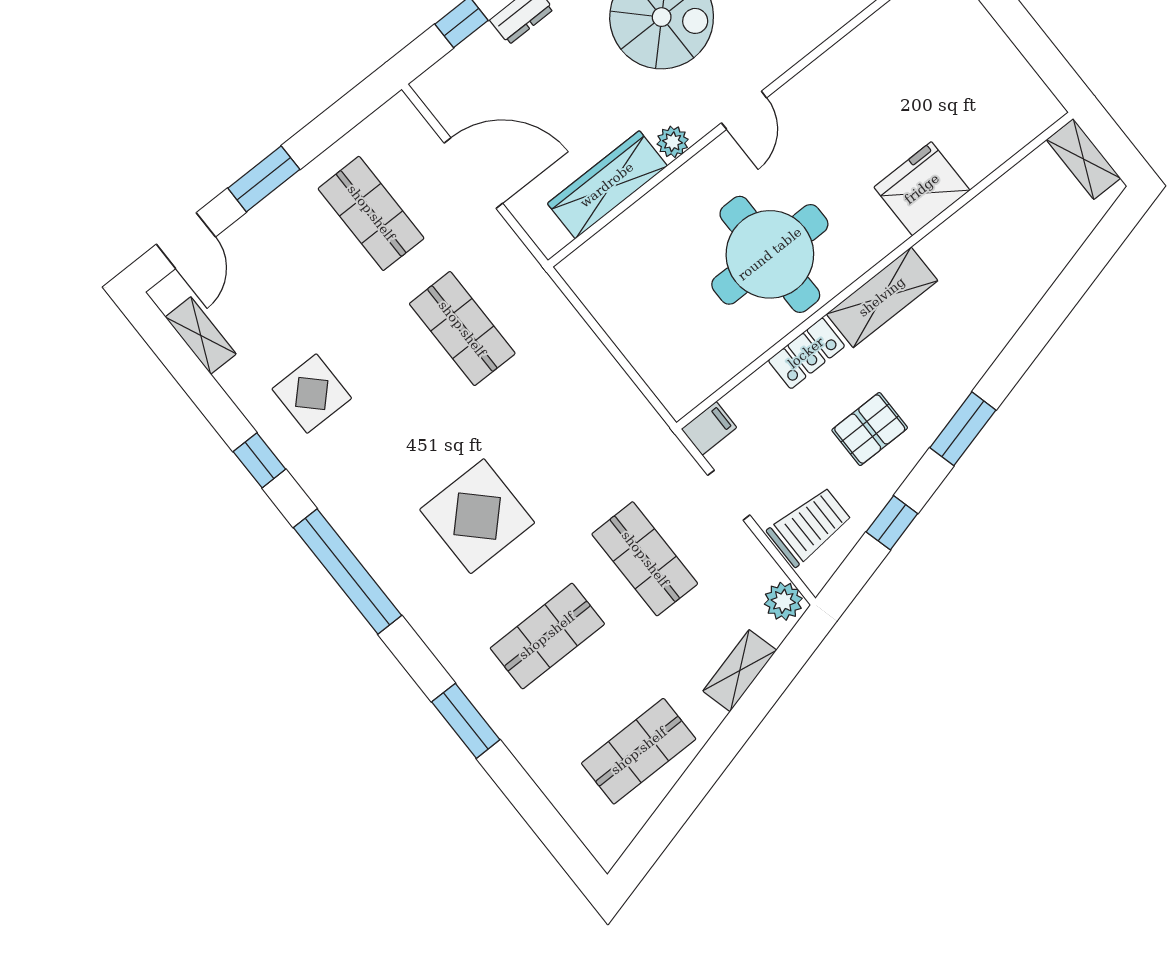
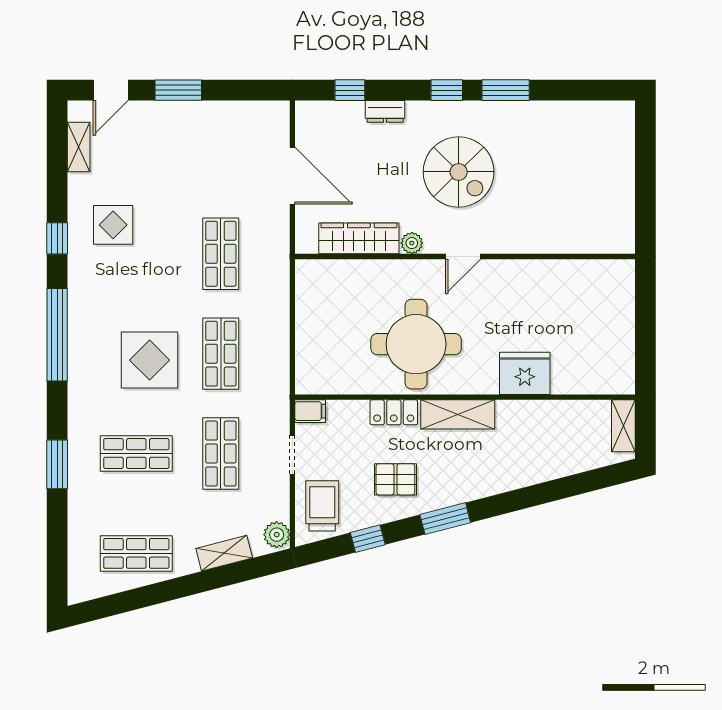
shop shelf: (371, 213) -> (221, 354), moved
trolley: (809, 526) -> (322, 506), turned -90

